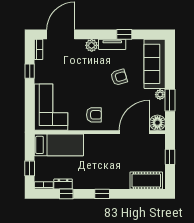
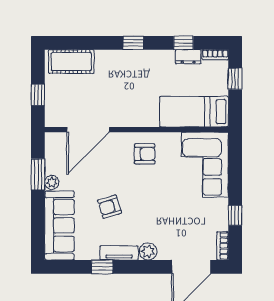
armchair: (94, 115) -> (145, 154), turned 180
floor lamp: (157, 123) -> (55, 143), removed

